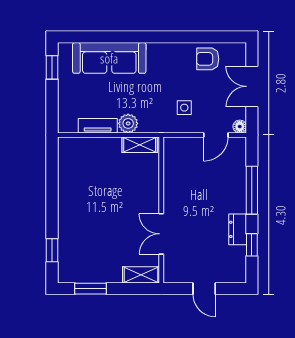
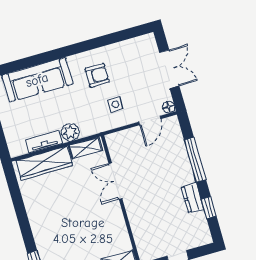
armchair: (208, 59) -> (97, 75), moved, turned 180
double door: (252, 86) -> (169, 69), swing flipped
wardrobe: (91, 148) -> (44, 163), added
double door: (161, 234) -> (115, 181), moved

